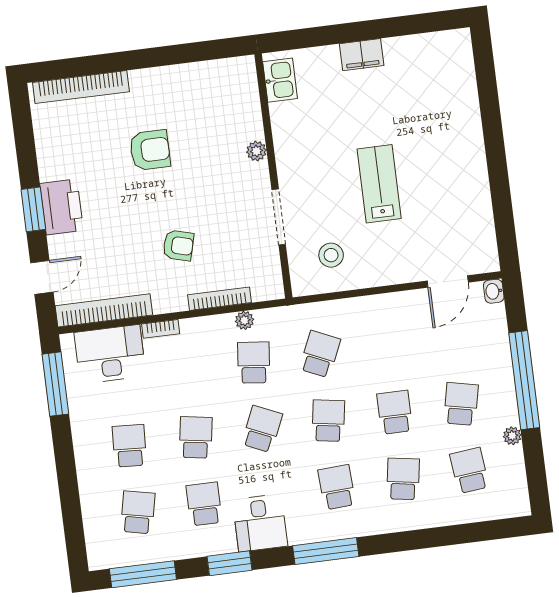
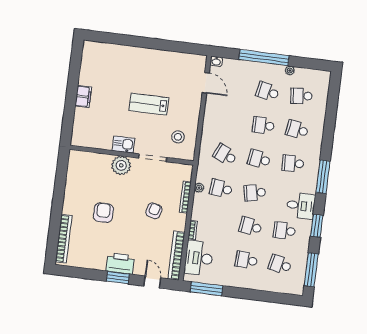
kitchen sink: (280, 80) -> (123, 145), moved
plant: (256, 151) -> (121, 165), width x1.87, depth x1.87
school desk: (262, 429) -> (255, 193), turned -36

